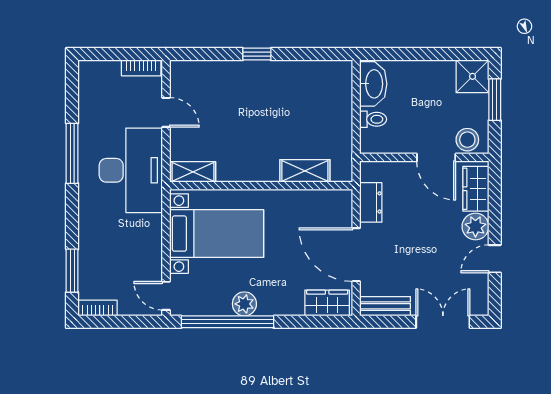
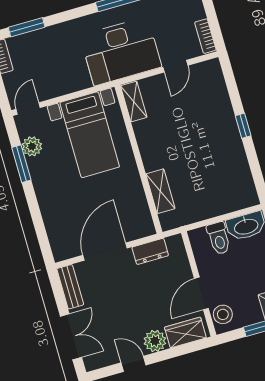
toilet: (373, 119) -> (219, 238), width x1.37, depth x1.39
wardrobe: (327, 303) -> (59, 239), removed
plant: (244, 304) -> (32, 146), moved
window: (227, 322) -> (21, 164), width x0.47

